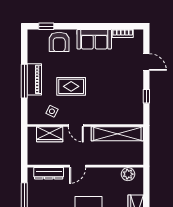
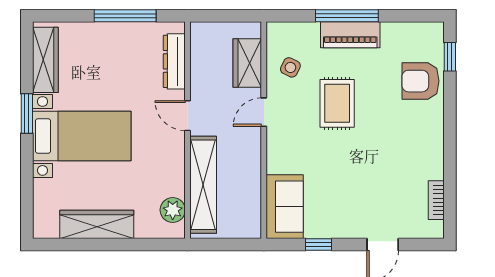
sofa: (94, 39) -> (285, 207), moved, turned 180
shelving: (117, 134) -> (203, 185), moved

